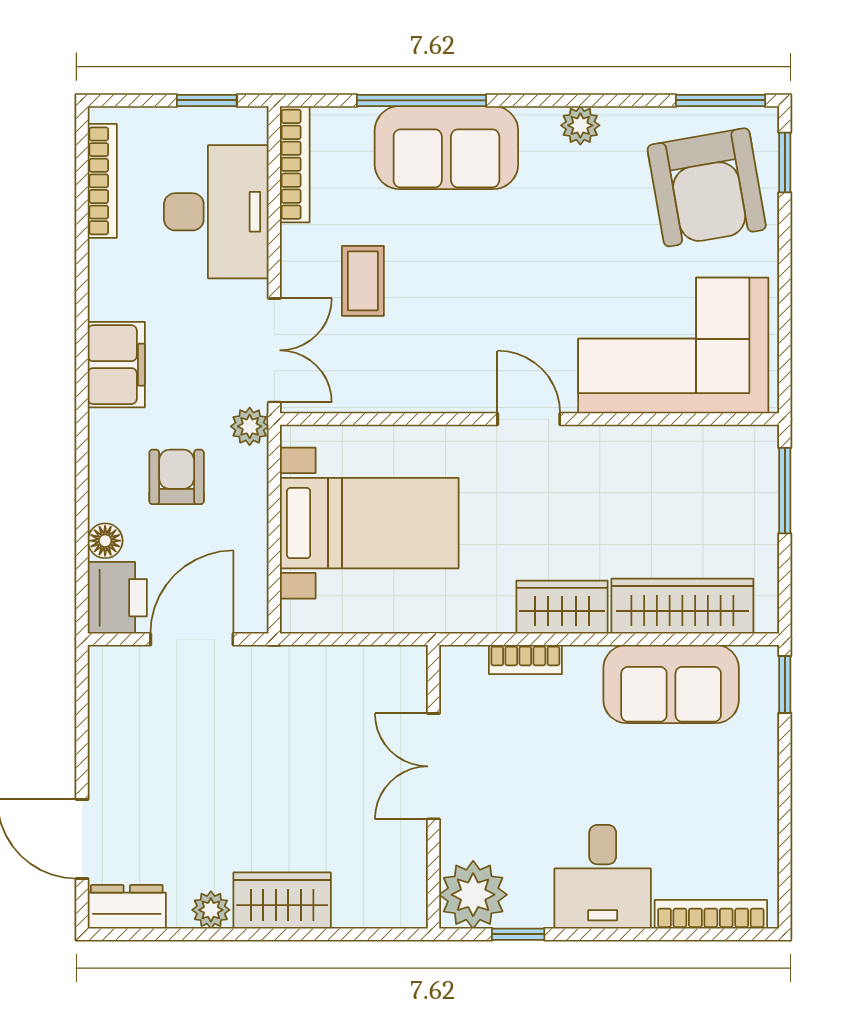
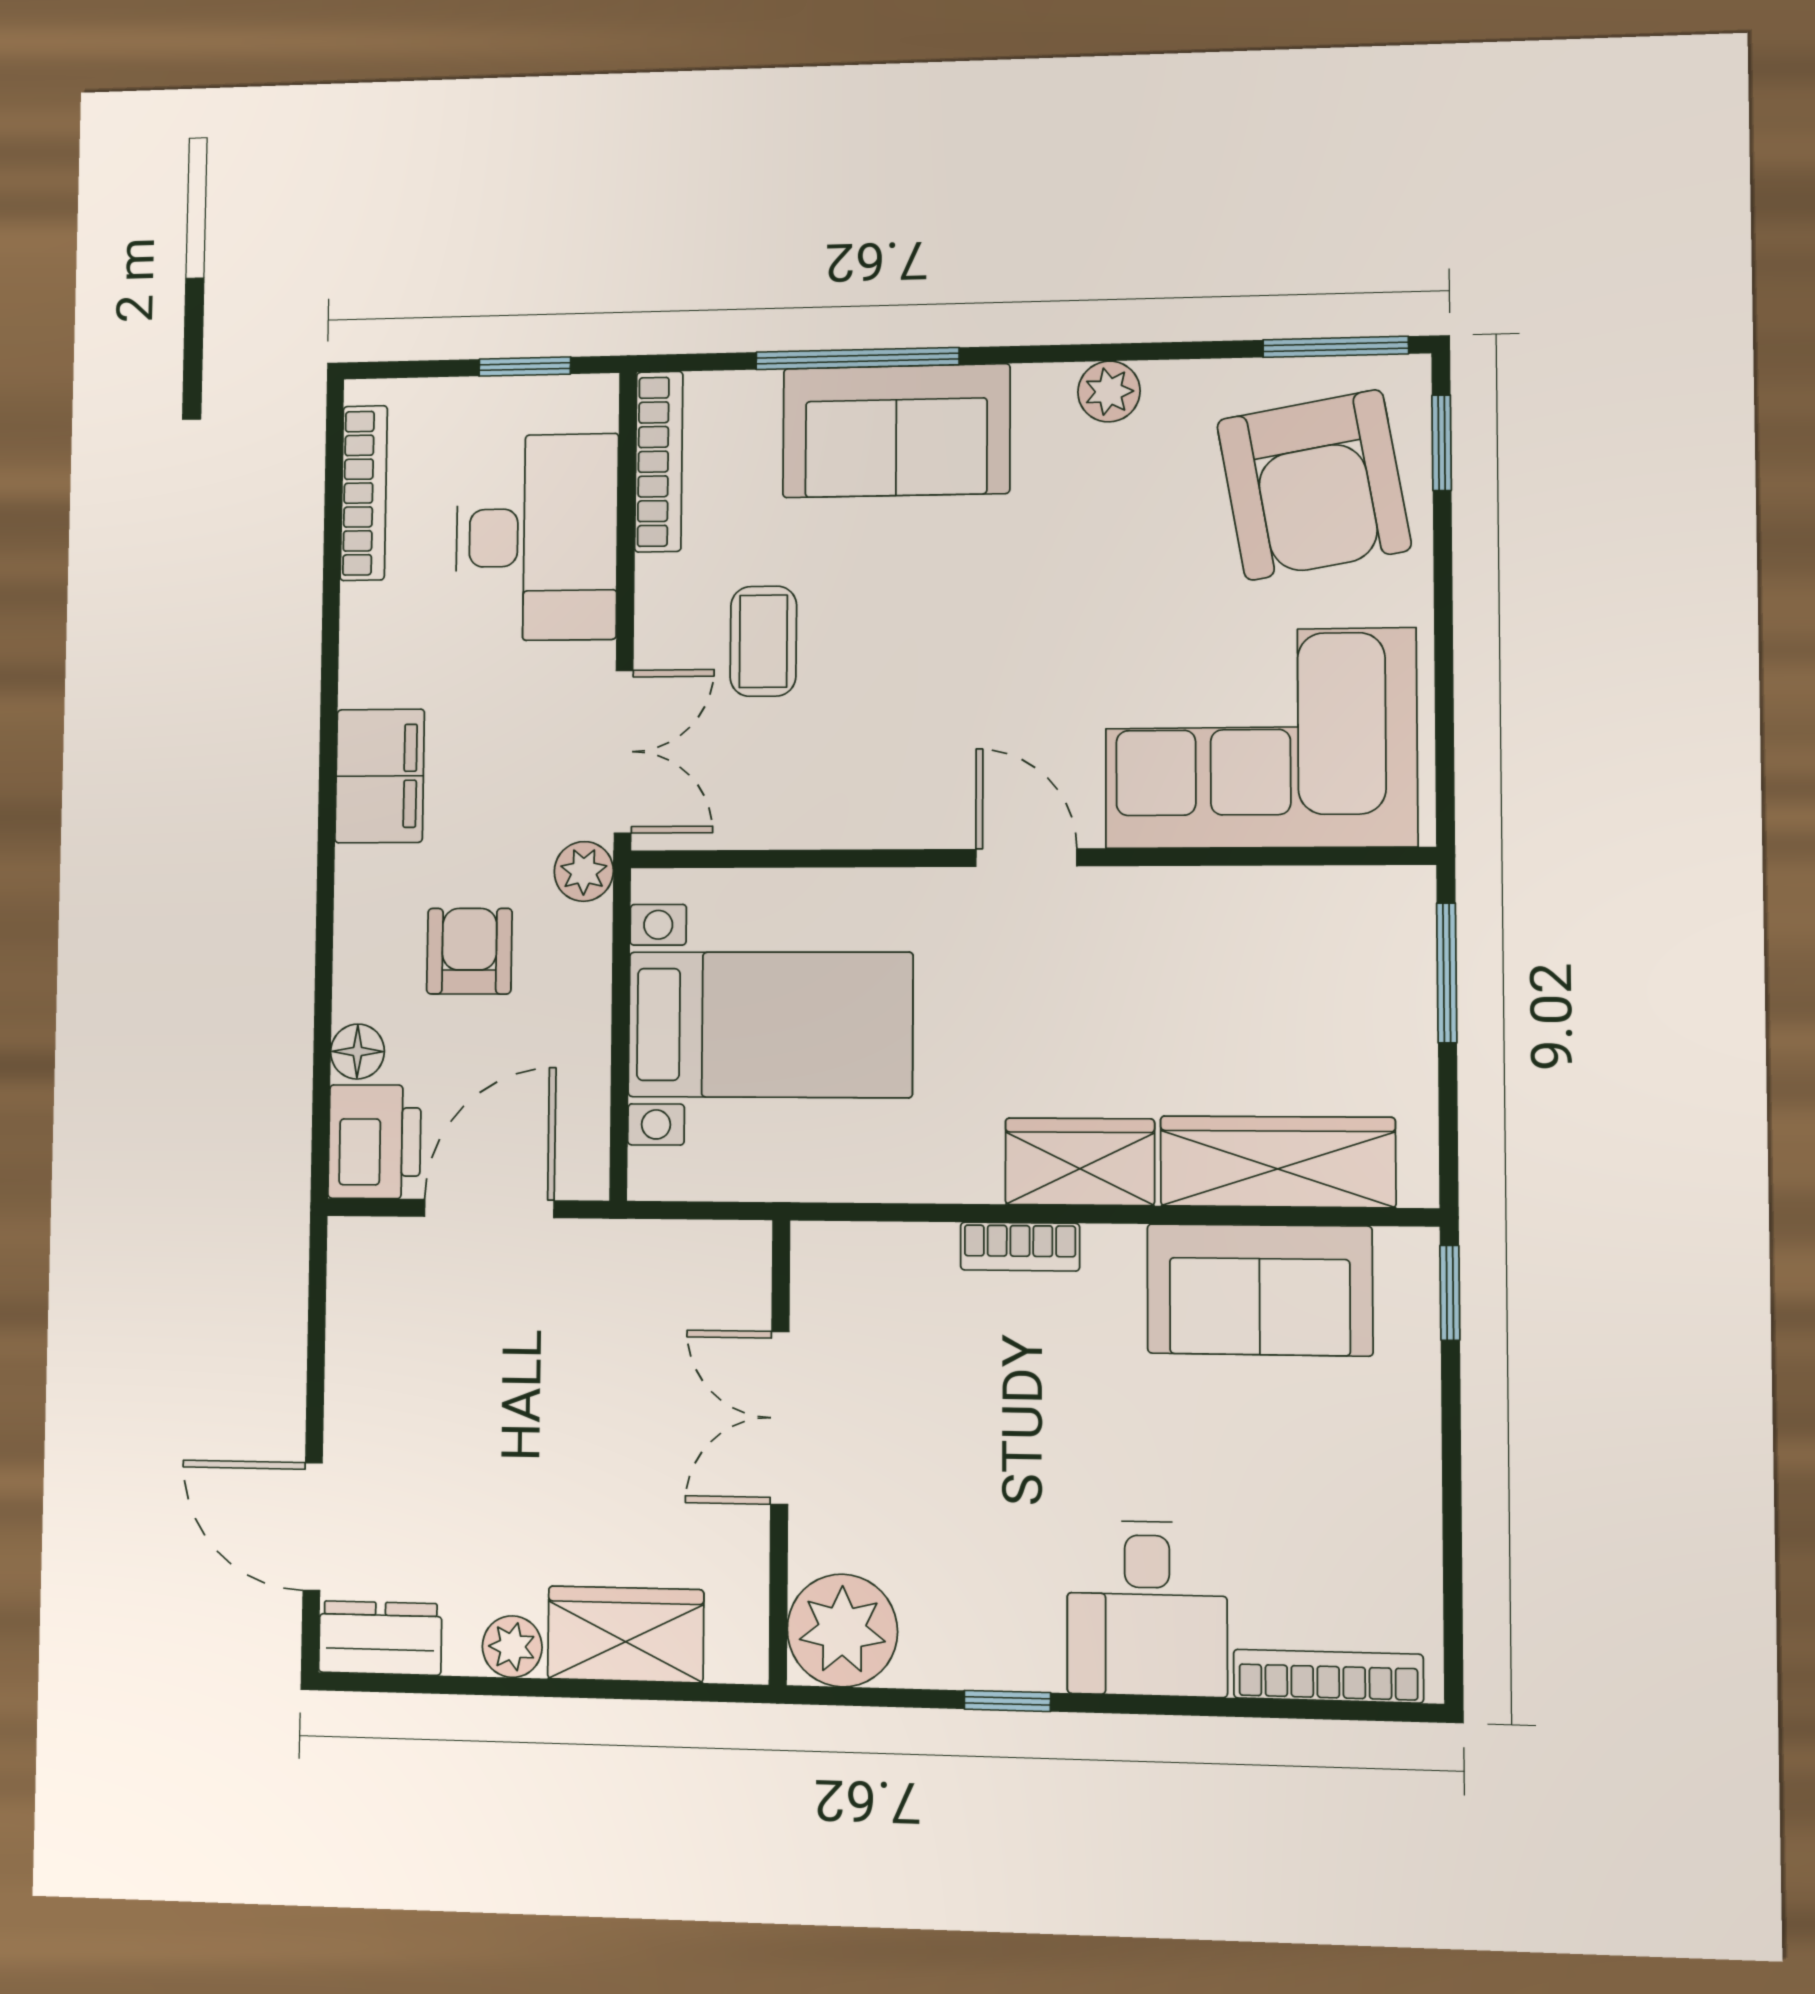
double door: (433, 766) -> (780, 1418), moved
wall: (433, 787) -> (780, 1451), moved
plant: (473, 895) -> (842, 1630), moved

